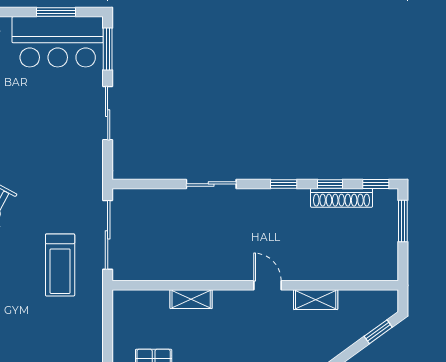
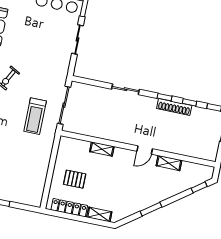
shoe rack: (342, 198) -> (174, 107), moved
door: (267, 285) -> (145, 150), swing flipped

